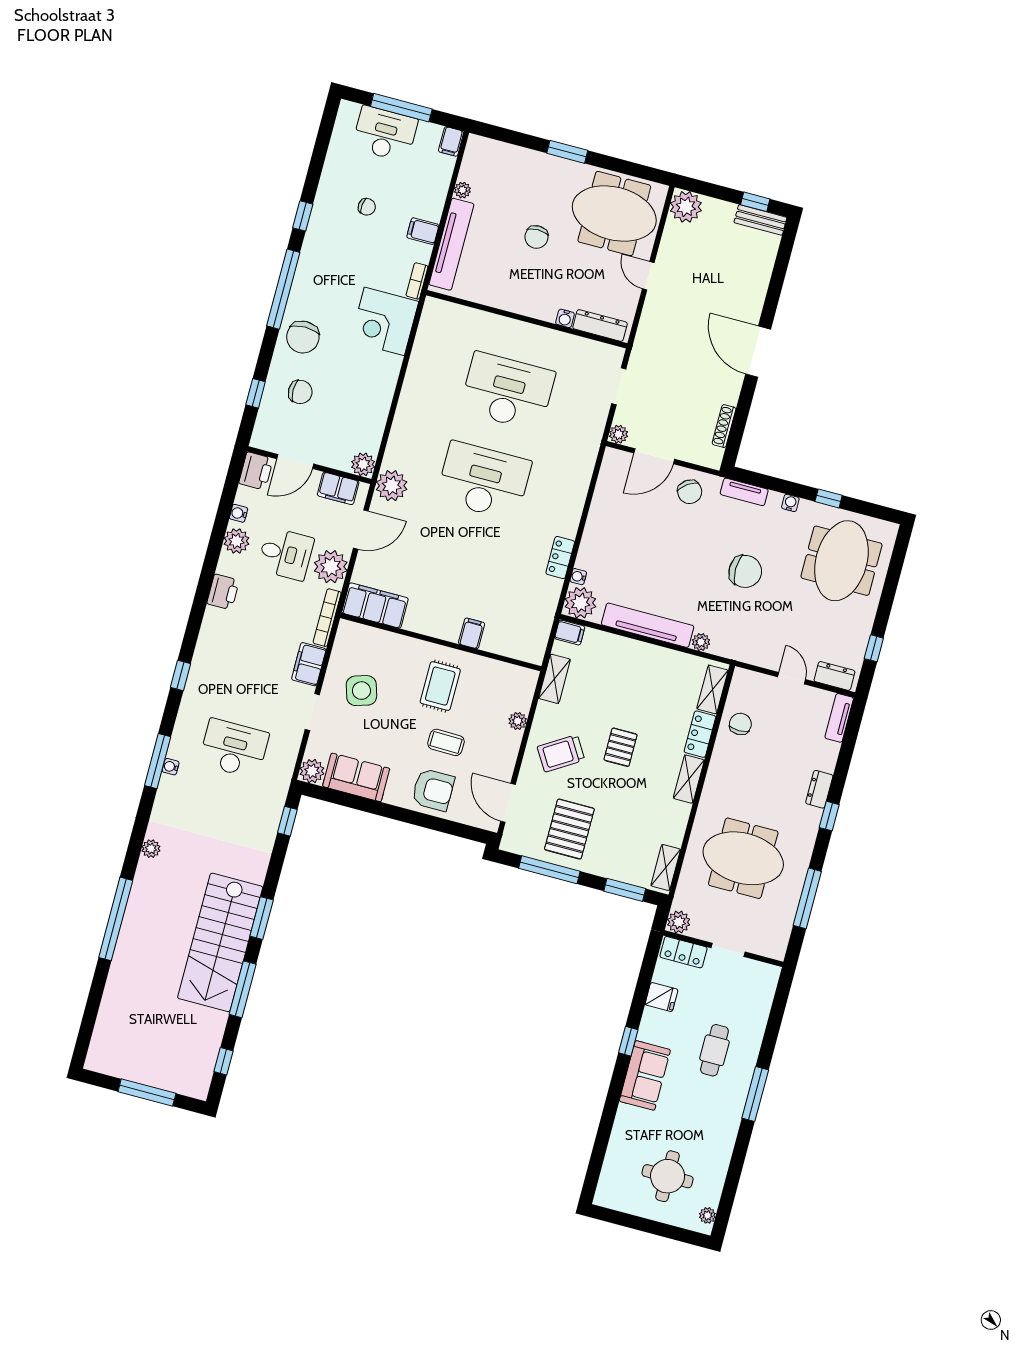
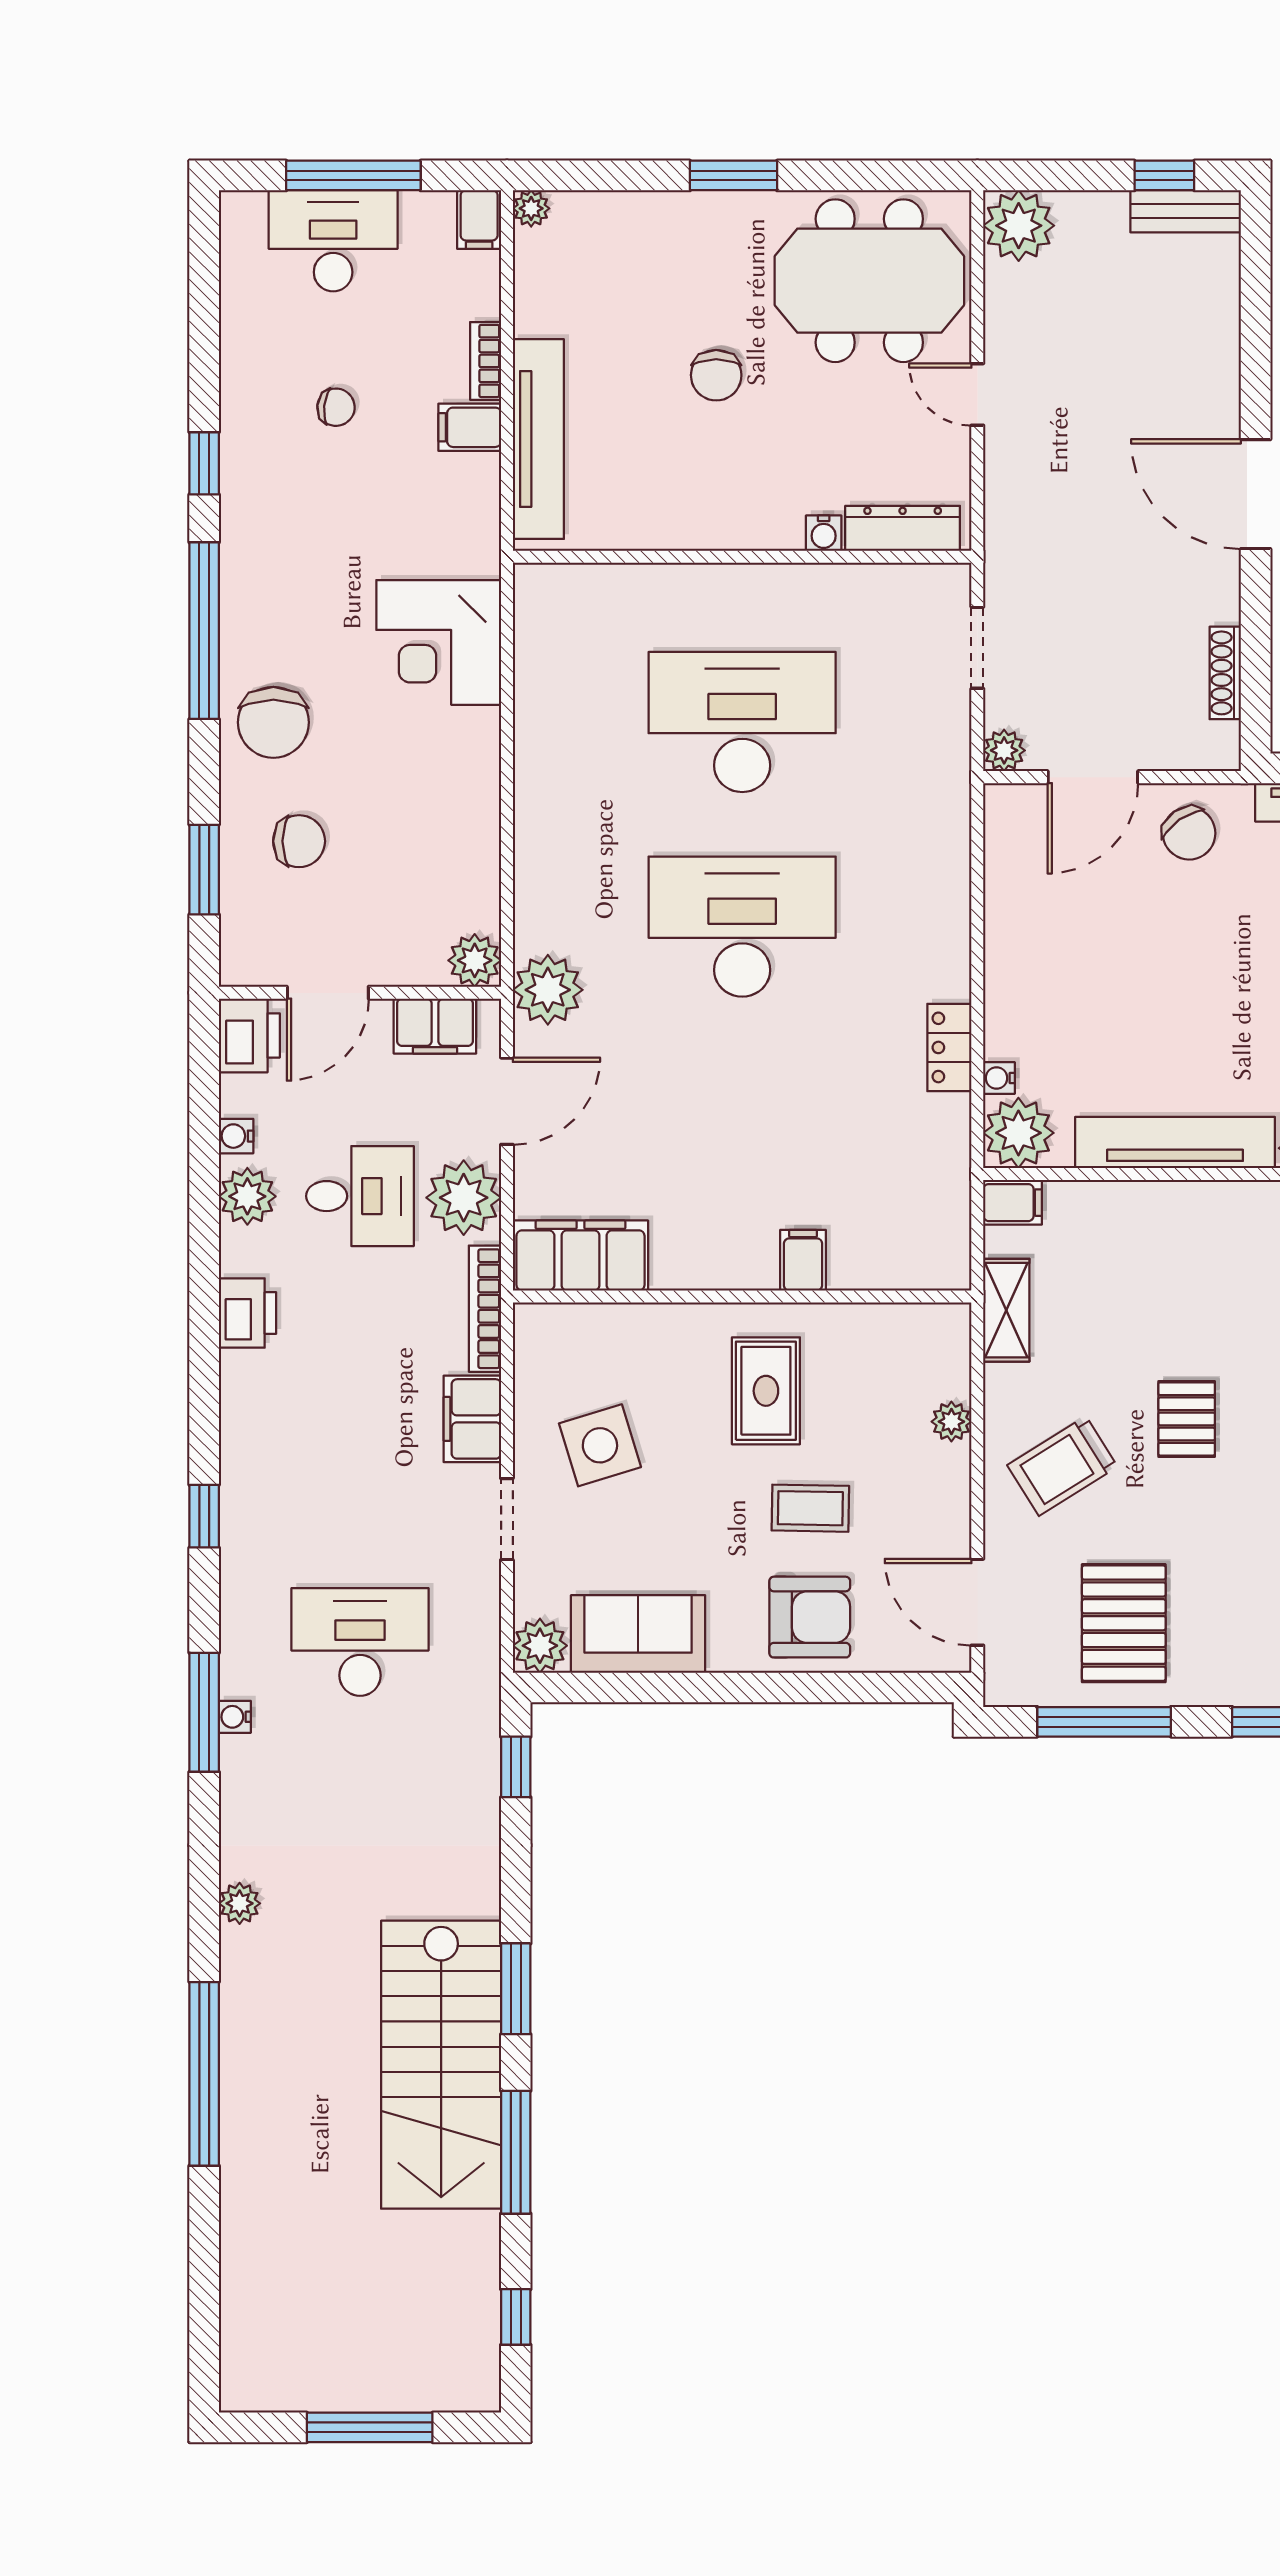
plant: (462, 190) -> (531, 208), moved
bookcase: (417, 281) -> (486, 361), moved
window: (256, 393) -> (204, 870), width x1.50

